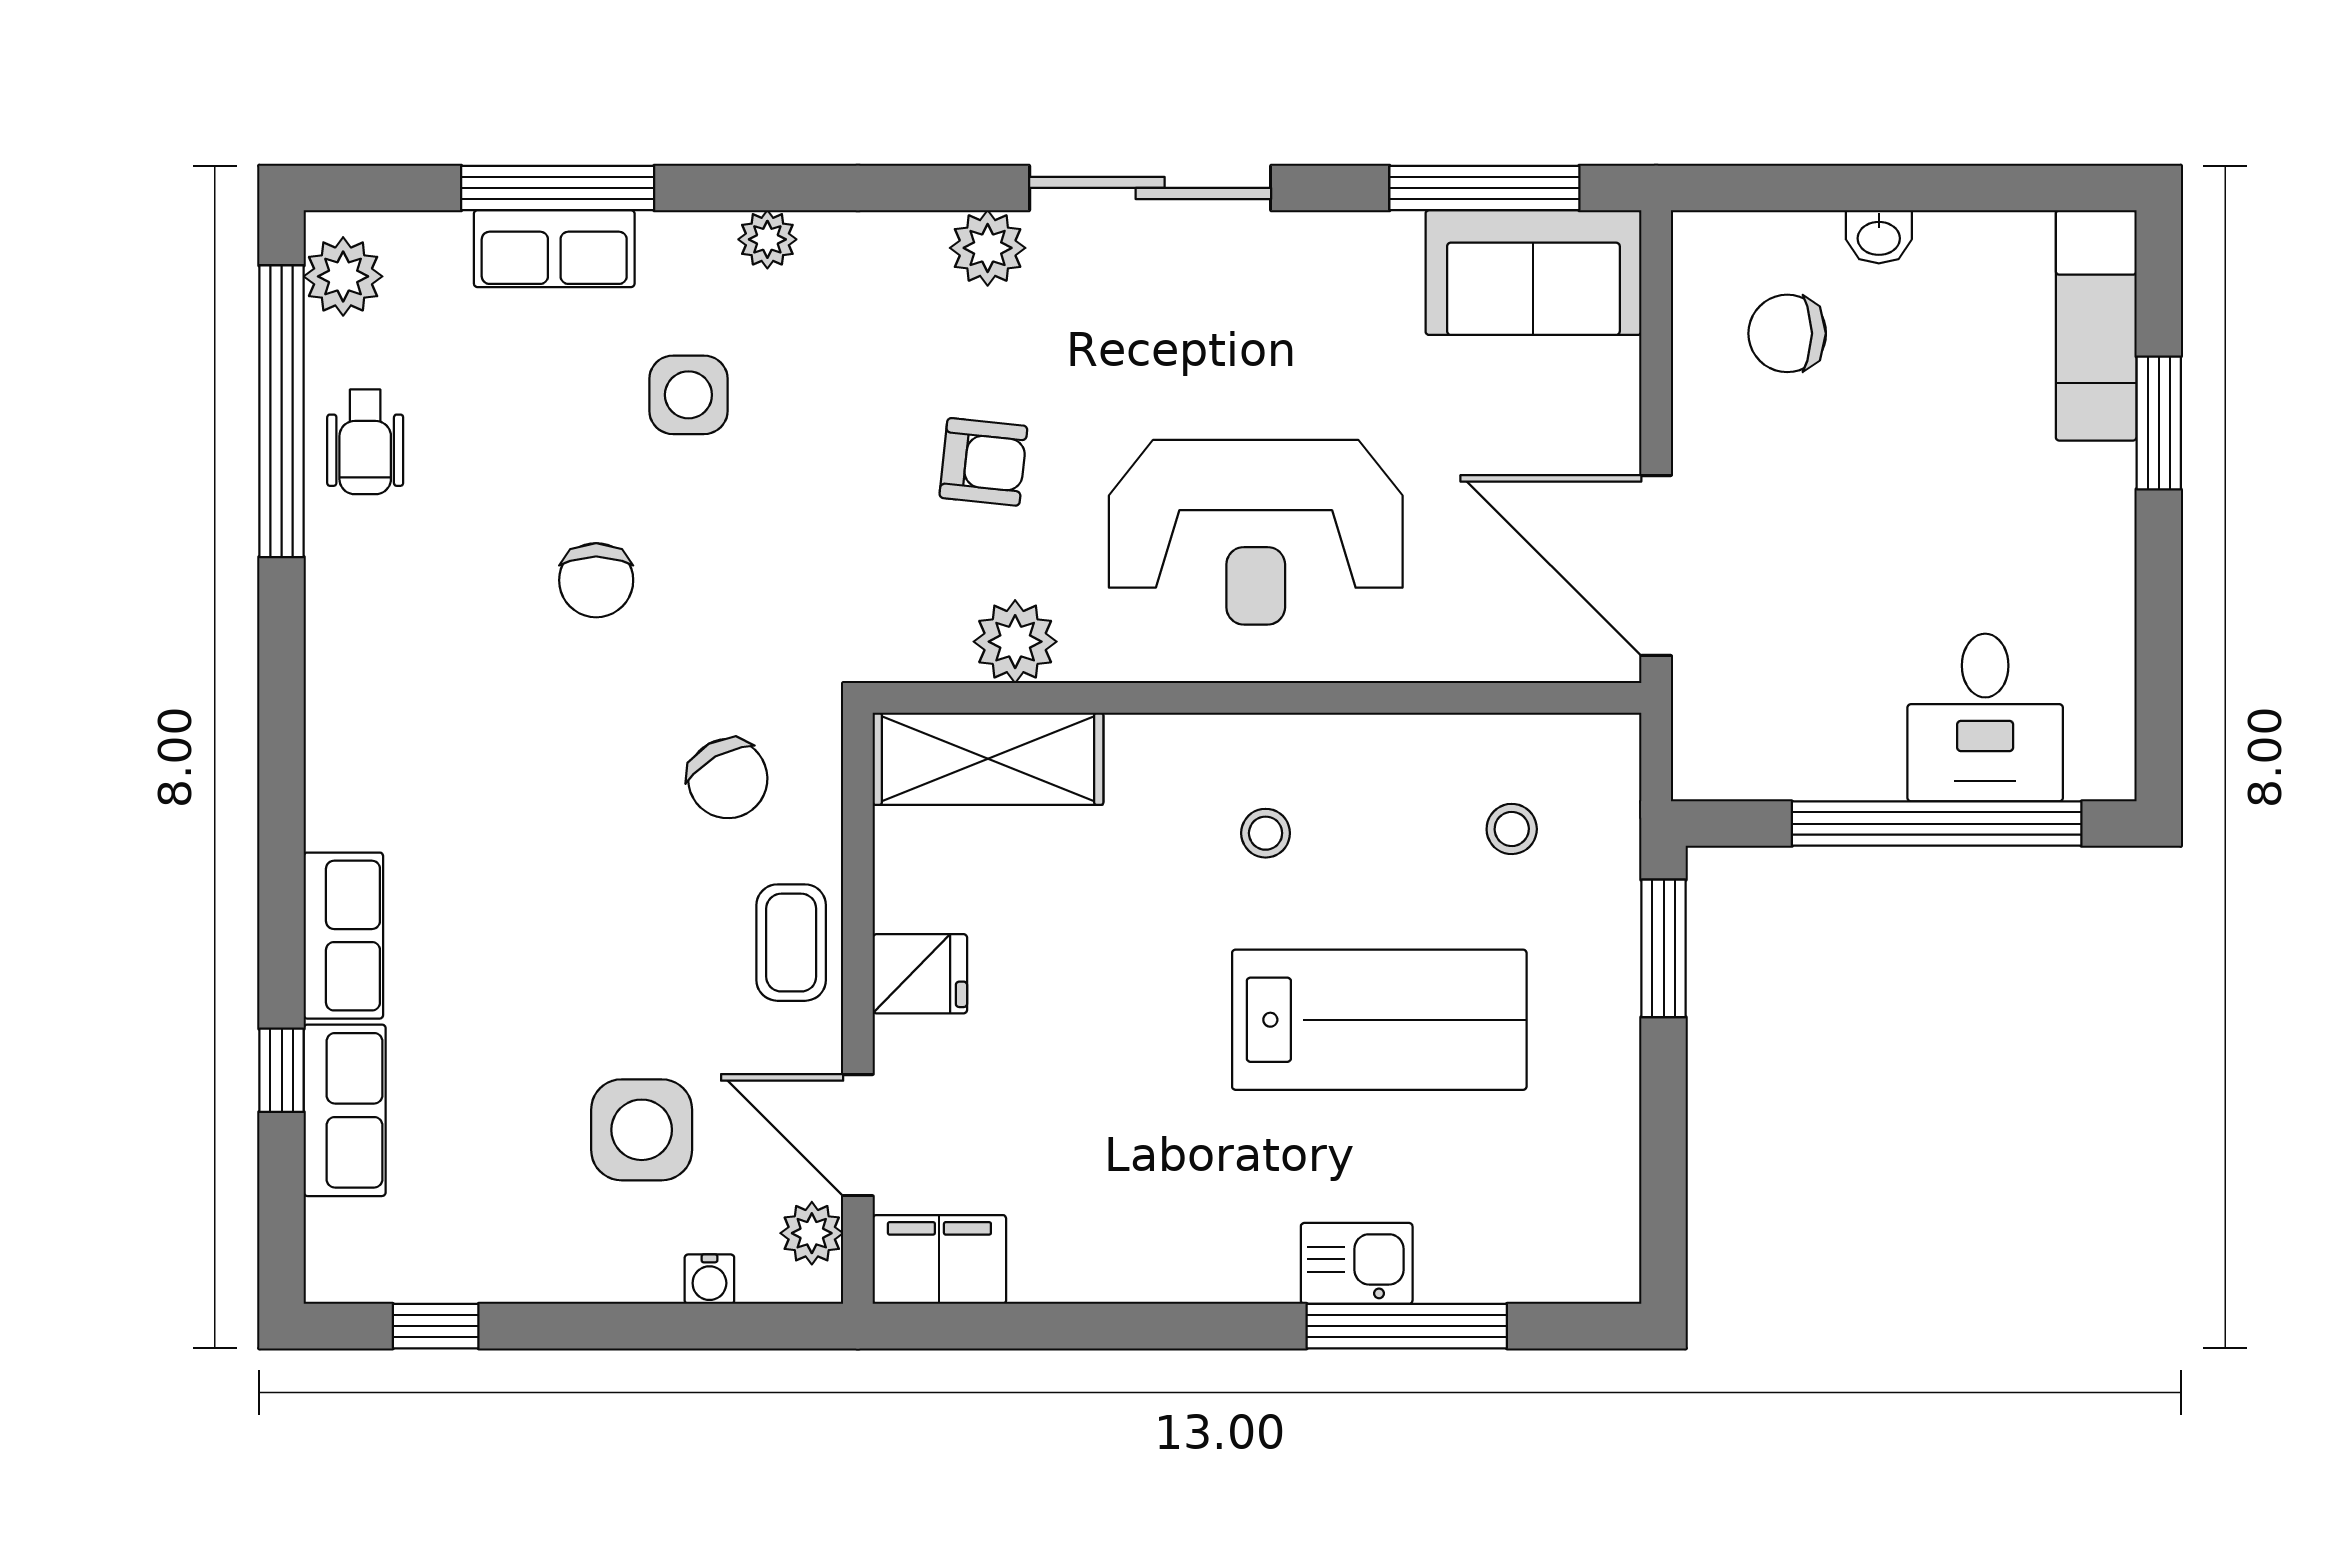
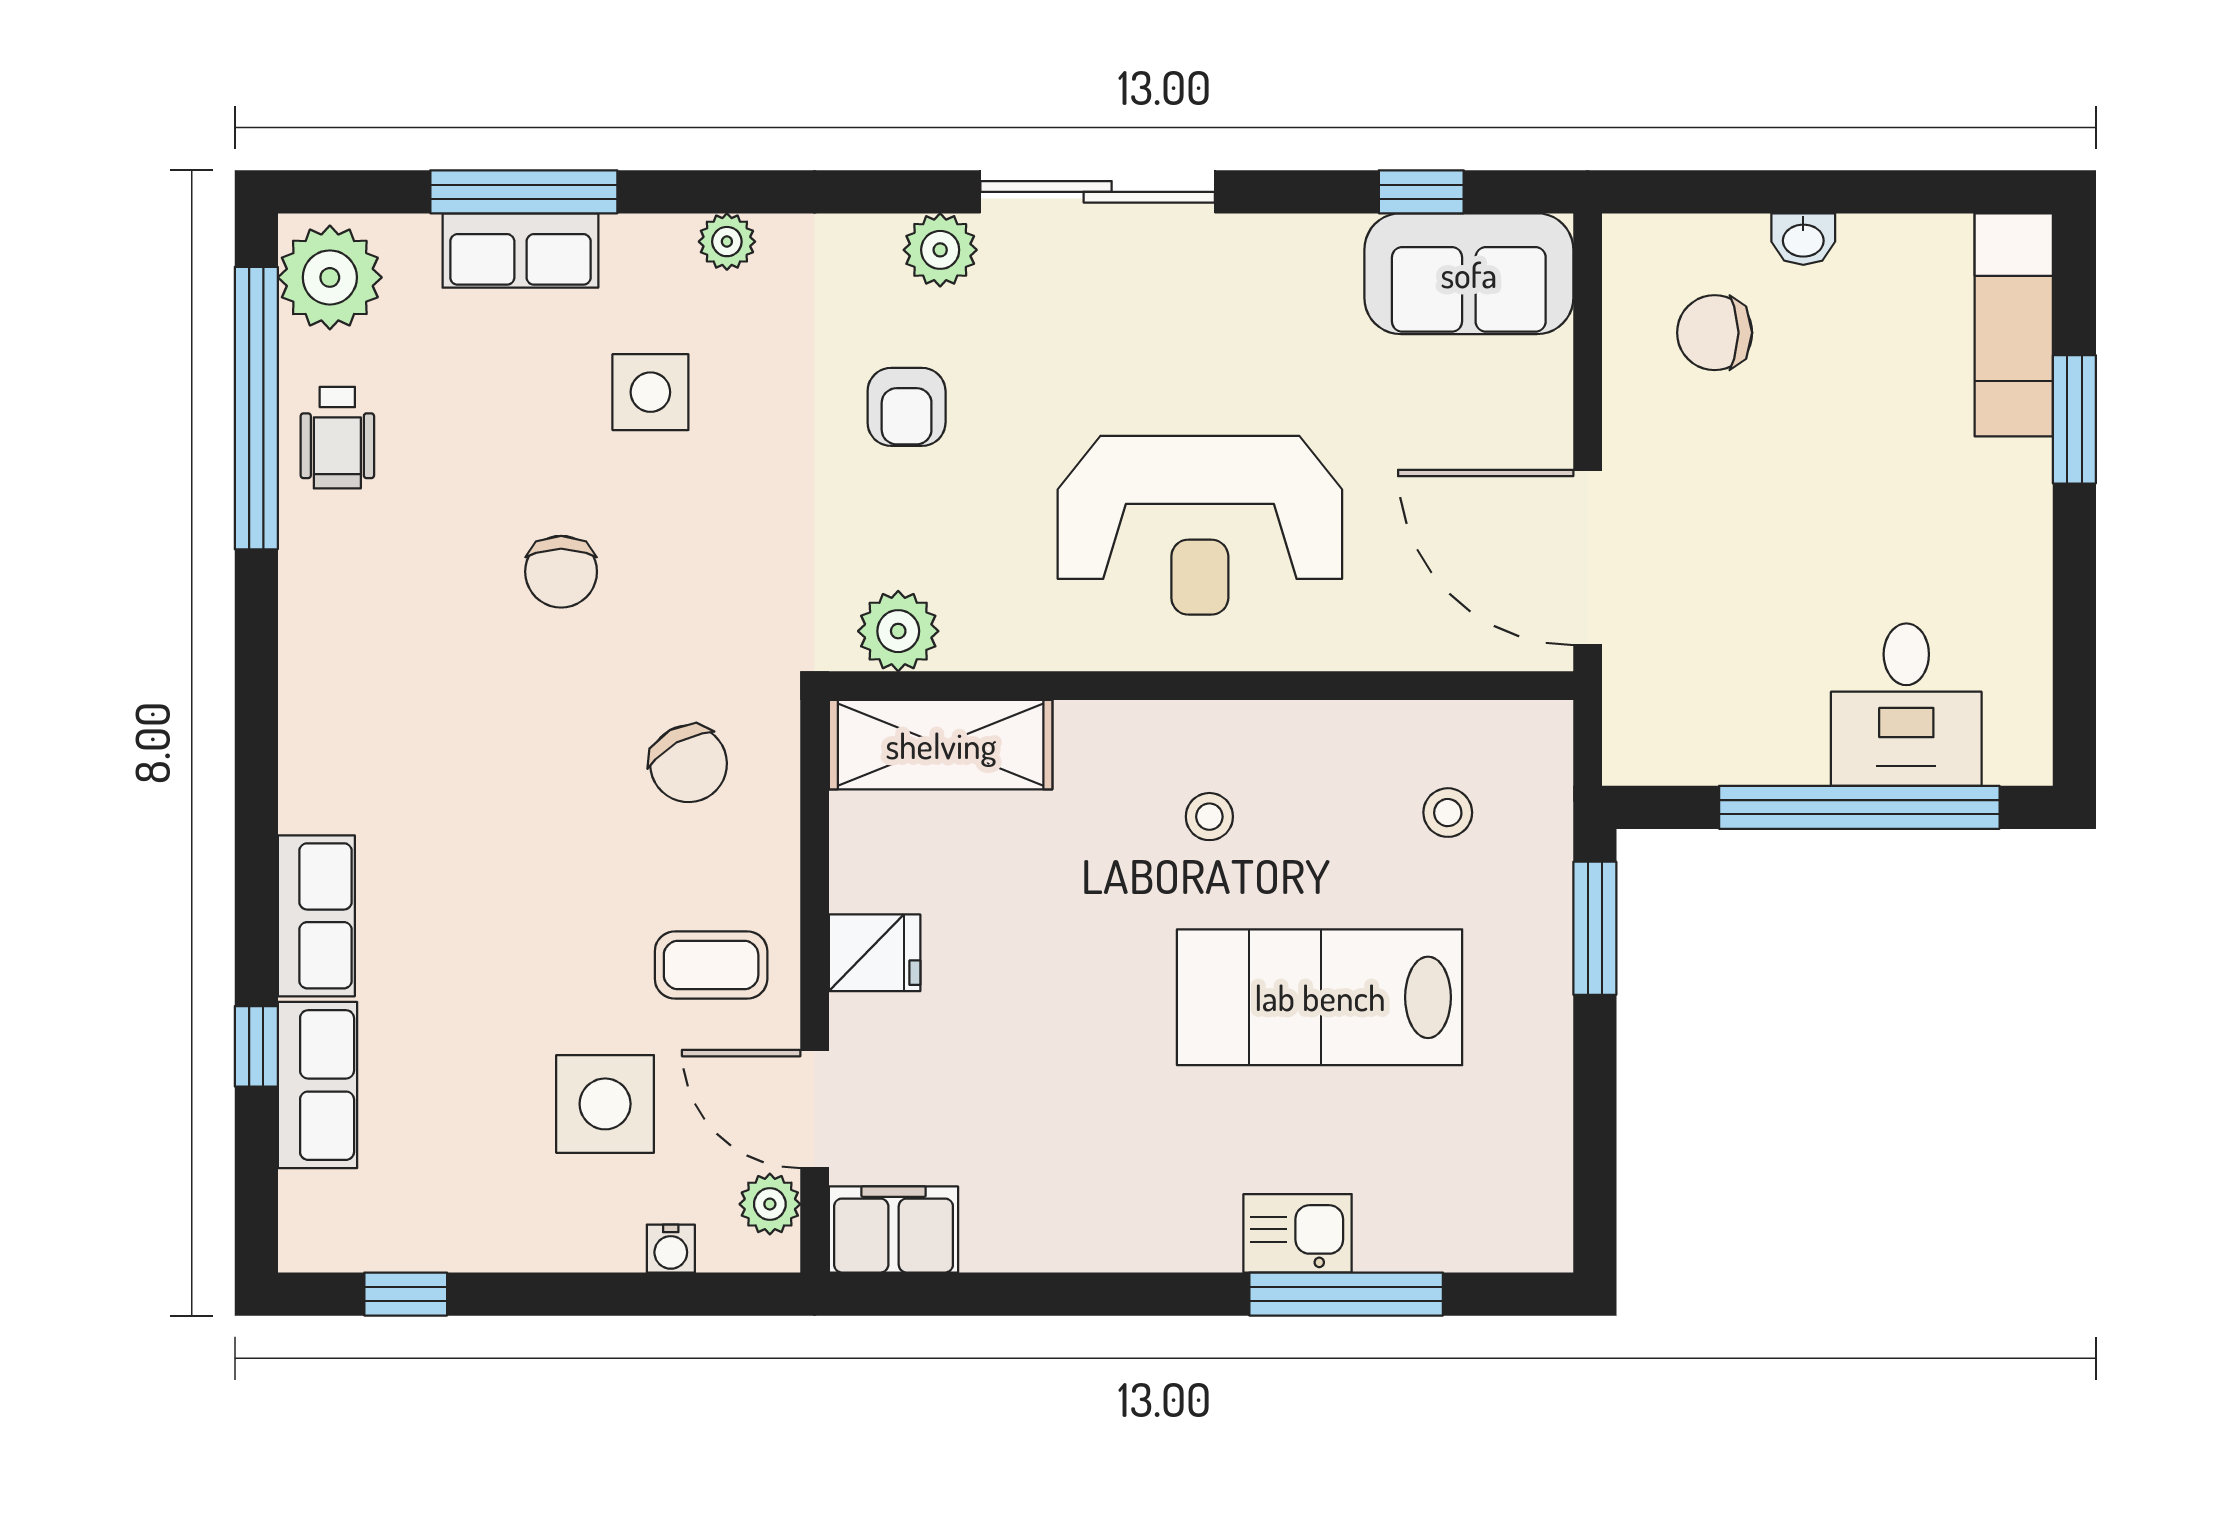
window: (1484, 188) -> (1421, 192), width x0.46
plant: (343, 276) -> (330, 277), width x1.36, depth x1.36
armchair: (983, 462) -> (907, 407), moved, turned 84
plant: (1015, 642) -> (898, 631), moved
coffee table: (791, 943) -> (711, 965), moved, turned 90
lab bench: (1379, 1020) -> (1320, 997), turned 180

